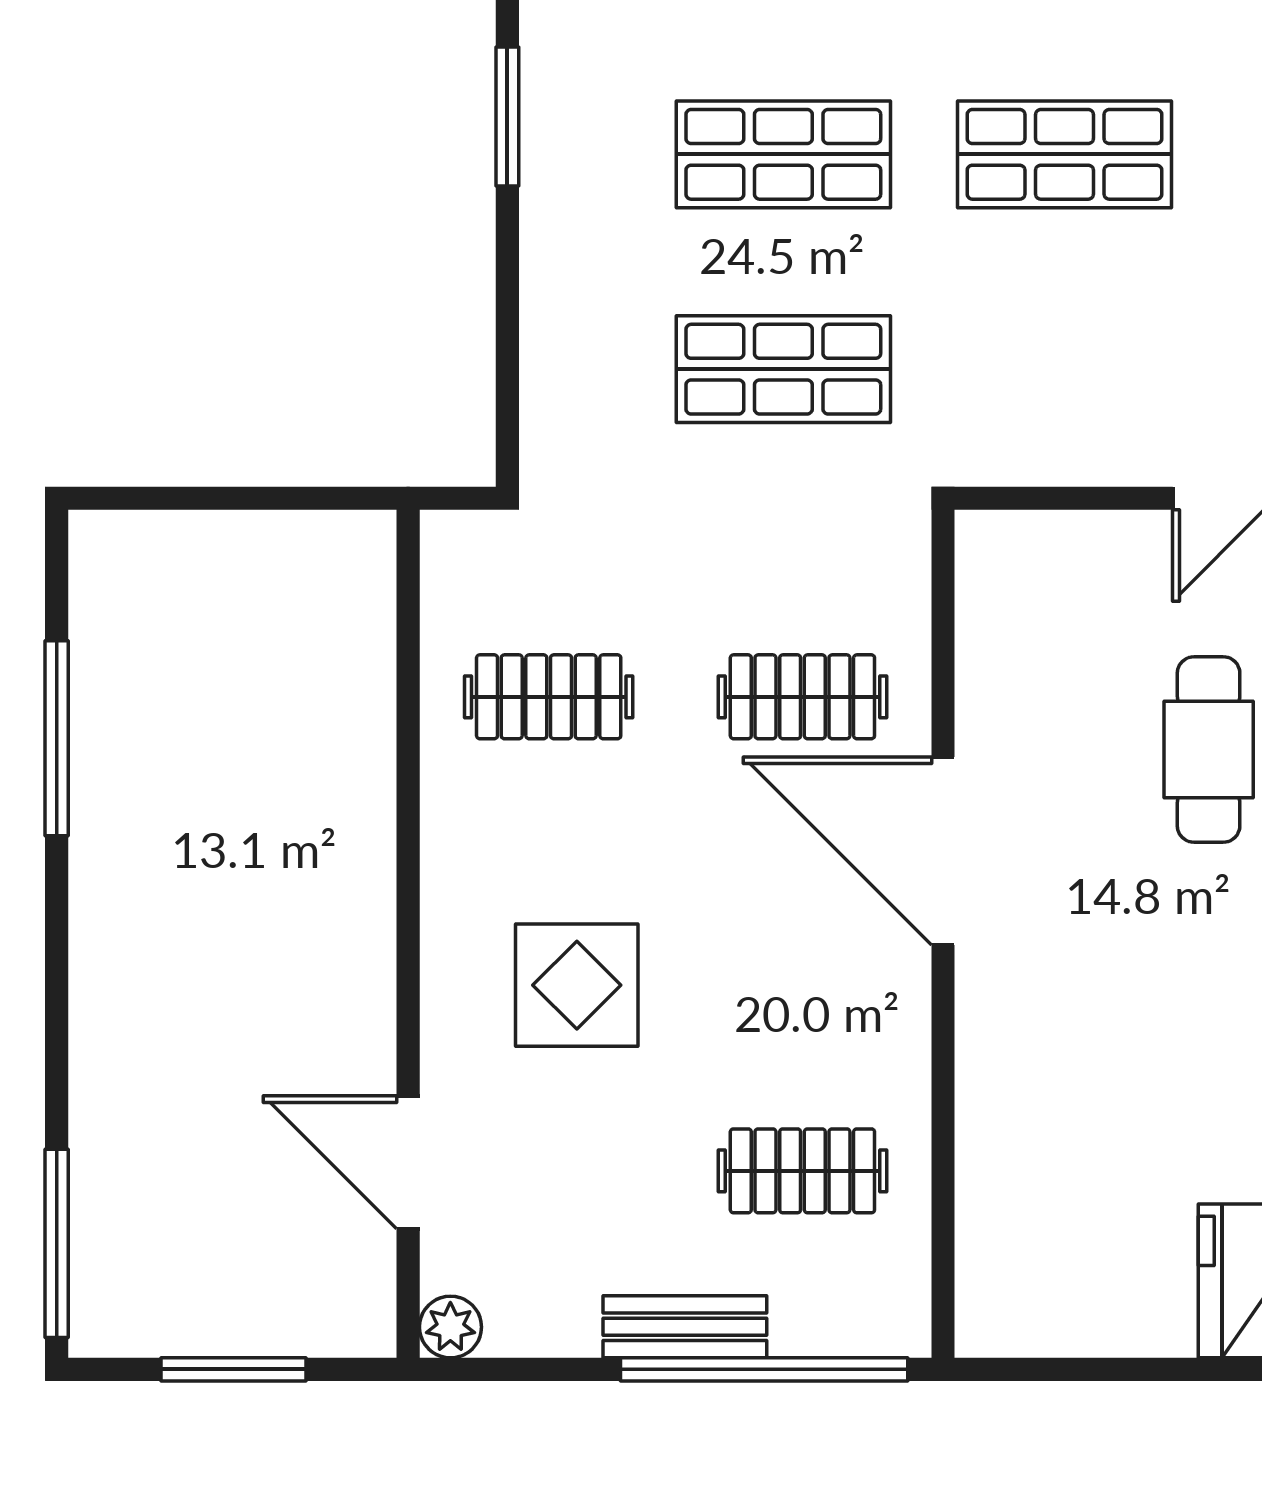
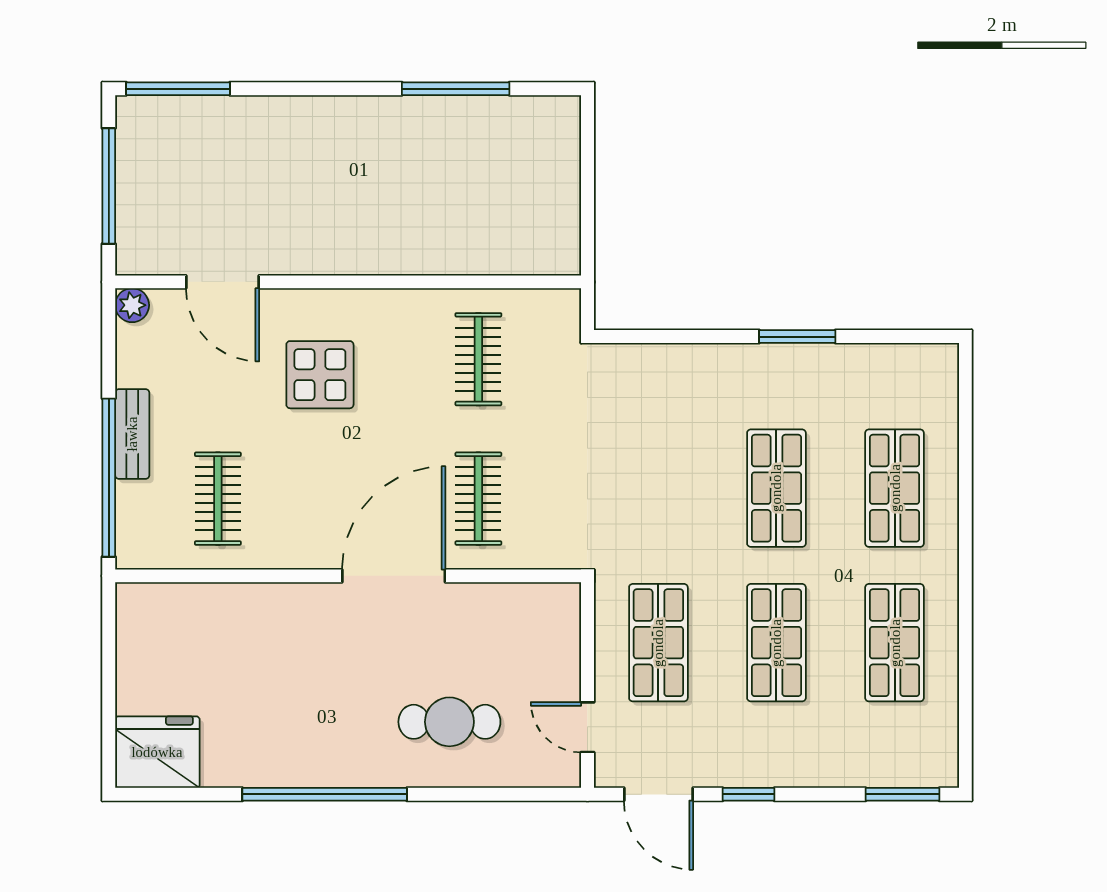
shop shelf: (783, 369) -> (658, 643), moved
door: (408, 1162) -> (223, 282), swing flipped
window: (233, 1369) -> (109, 186), width x1.44

